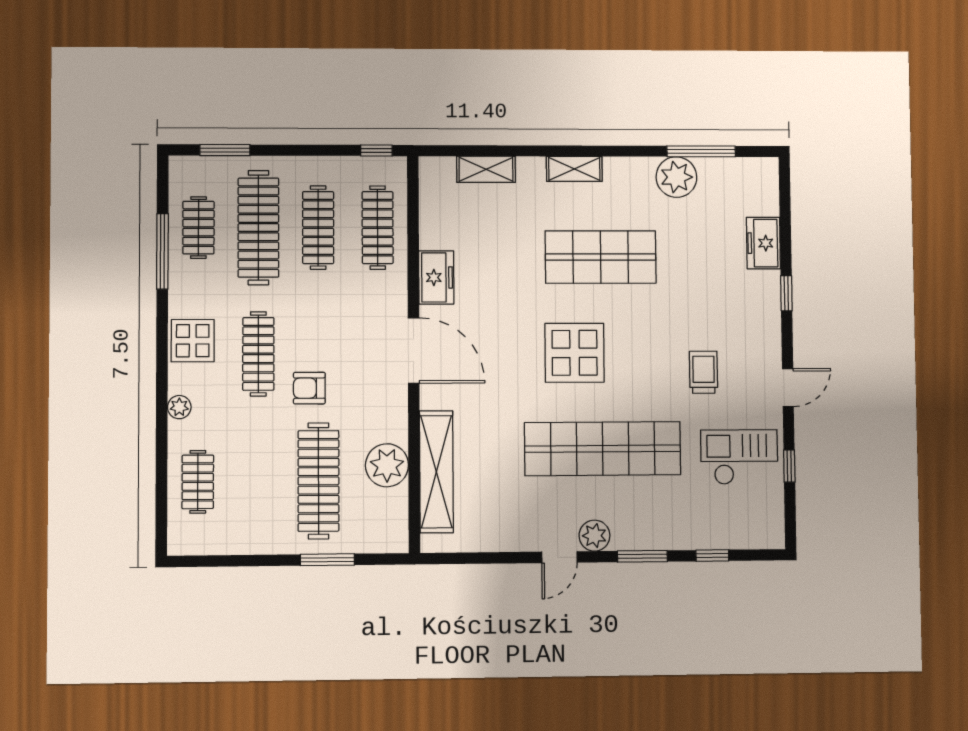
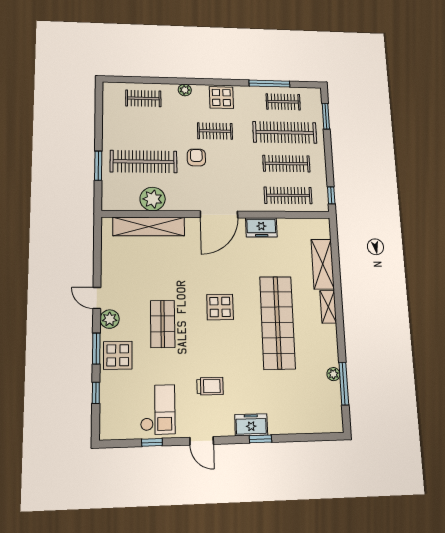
shelving: (486, 169) -> (323, 264), width x1.50, depth x1.33
plant: (676, 177) -> (333, 374), width x0.53, depth x0.53
freezer: (763, 243) -> (251, 425), moved
shop shelf: (601, 257) -> (277, 322), width x1.40
display table: (575, 353) -> (220, 307), width x0.73, depth x0.73
clothes rail: (258, 354) -> (215, 131), width x0.73
shop shelf: (603, 449) -> (163, 324), width x0.50, depth x0.74
display table: (653, 522) -> (118, 355), added

